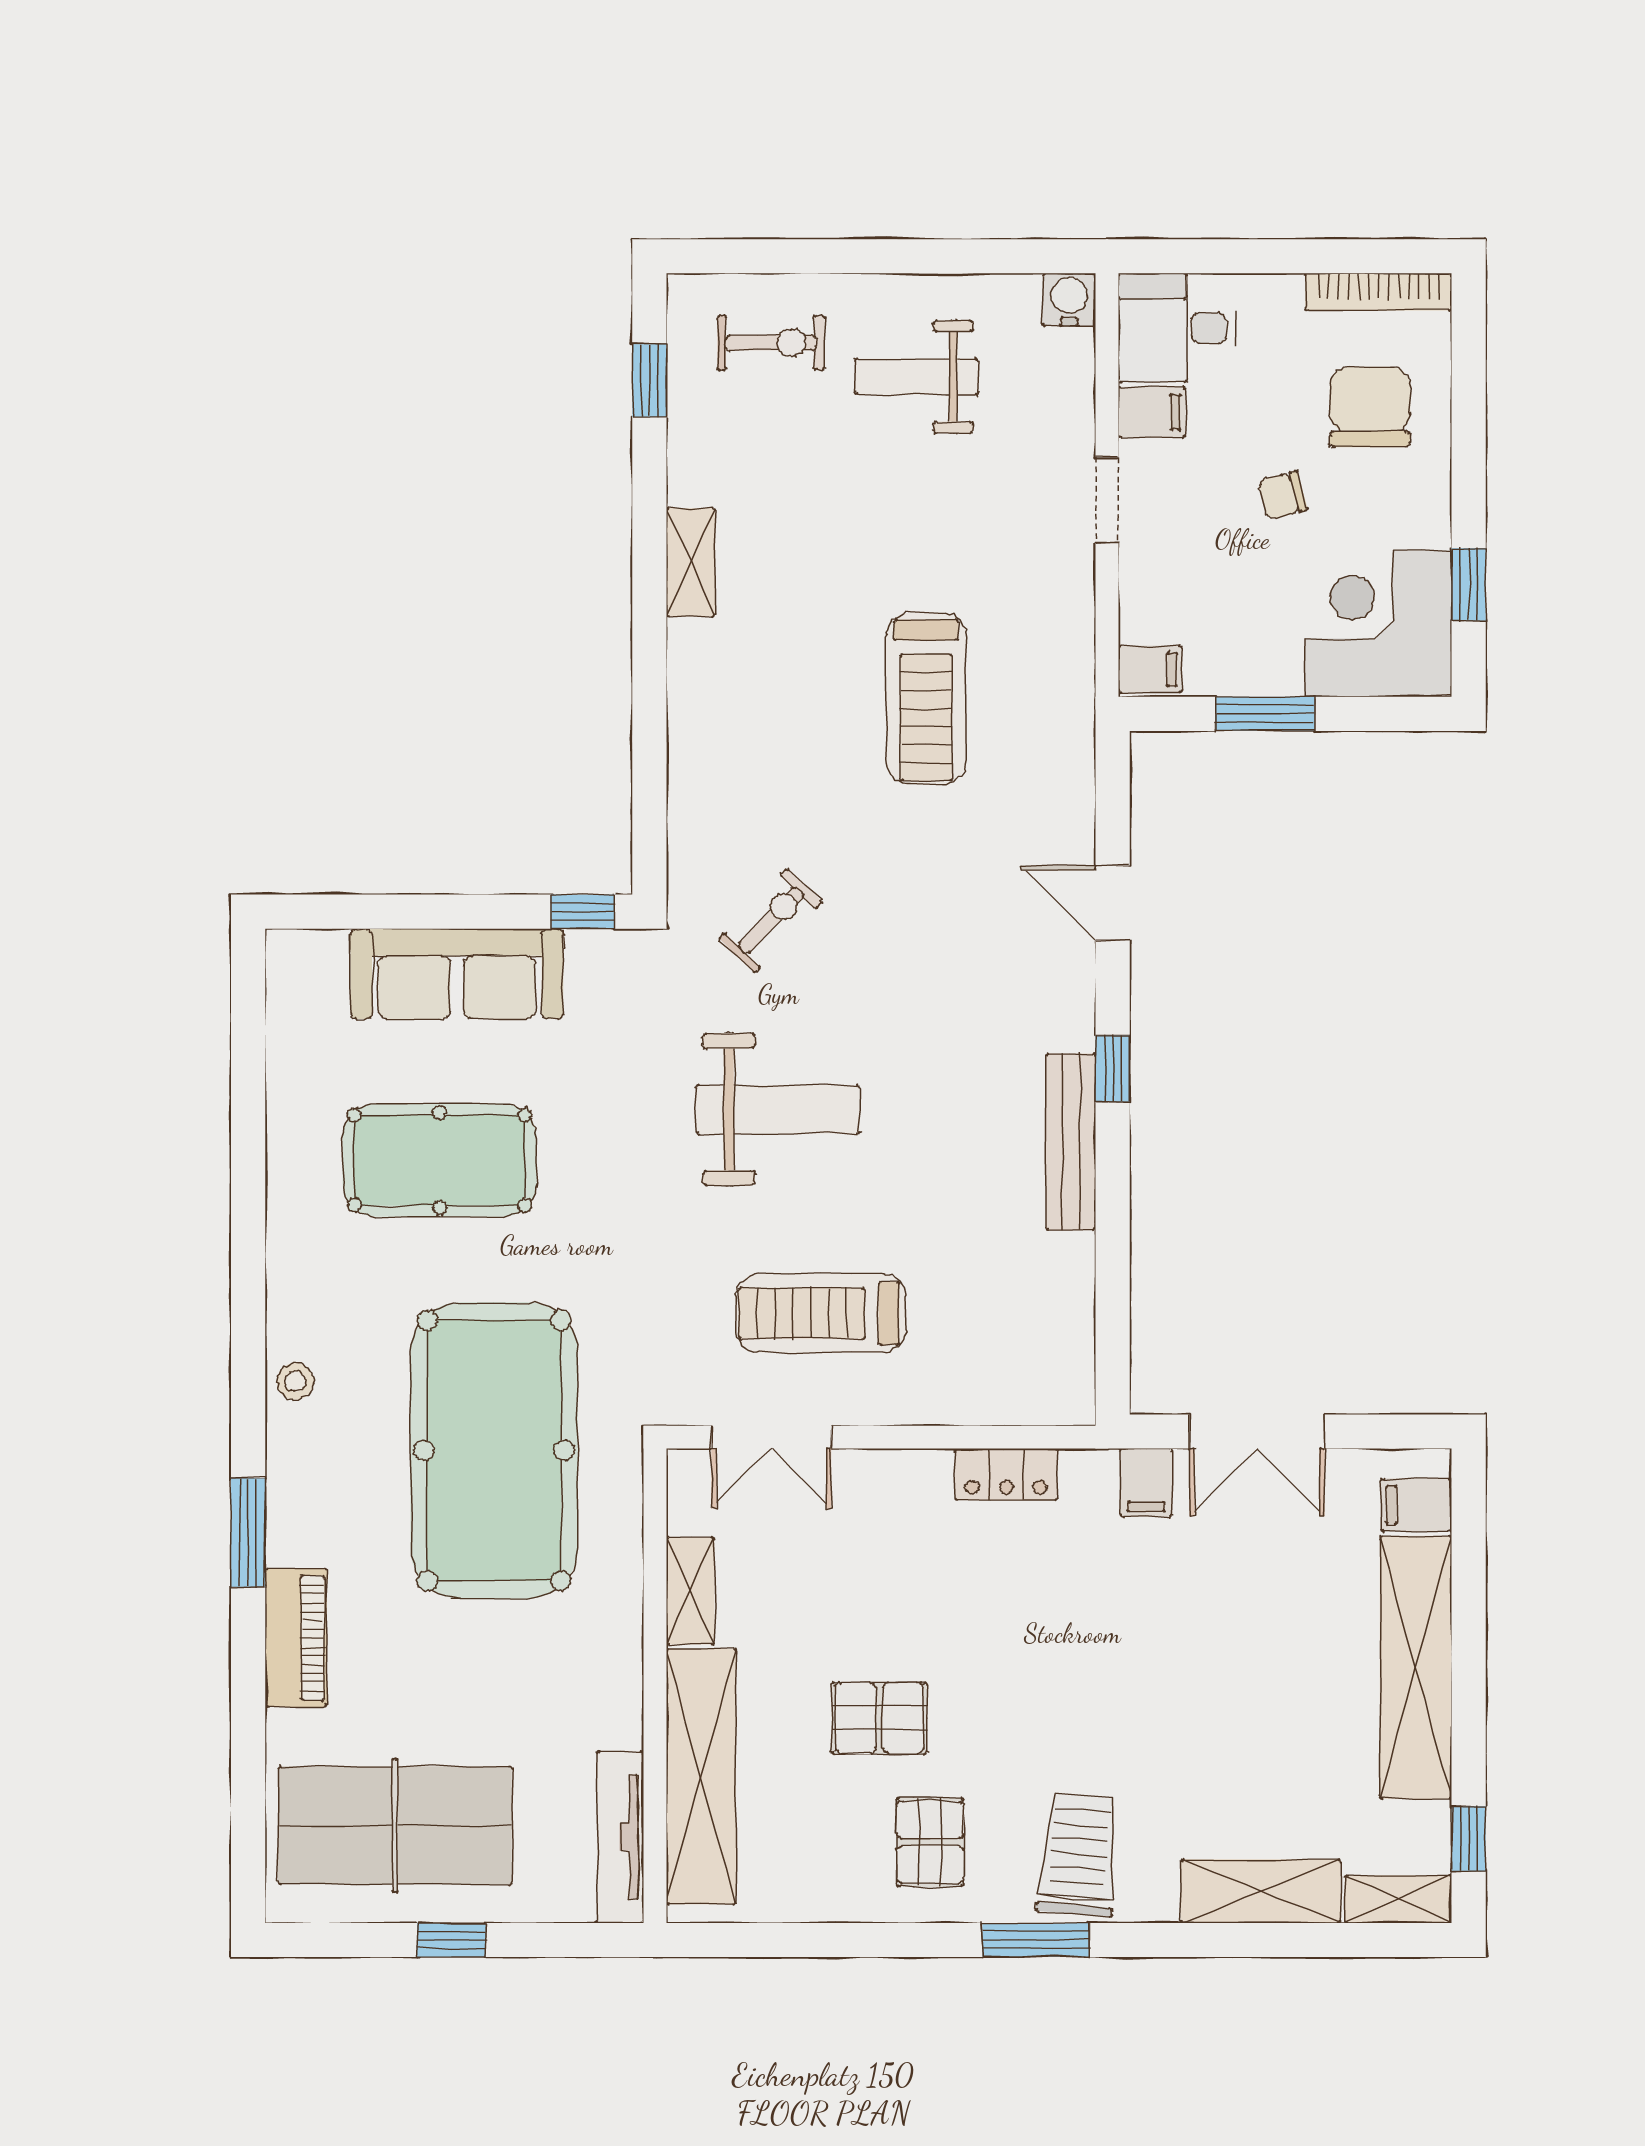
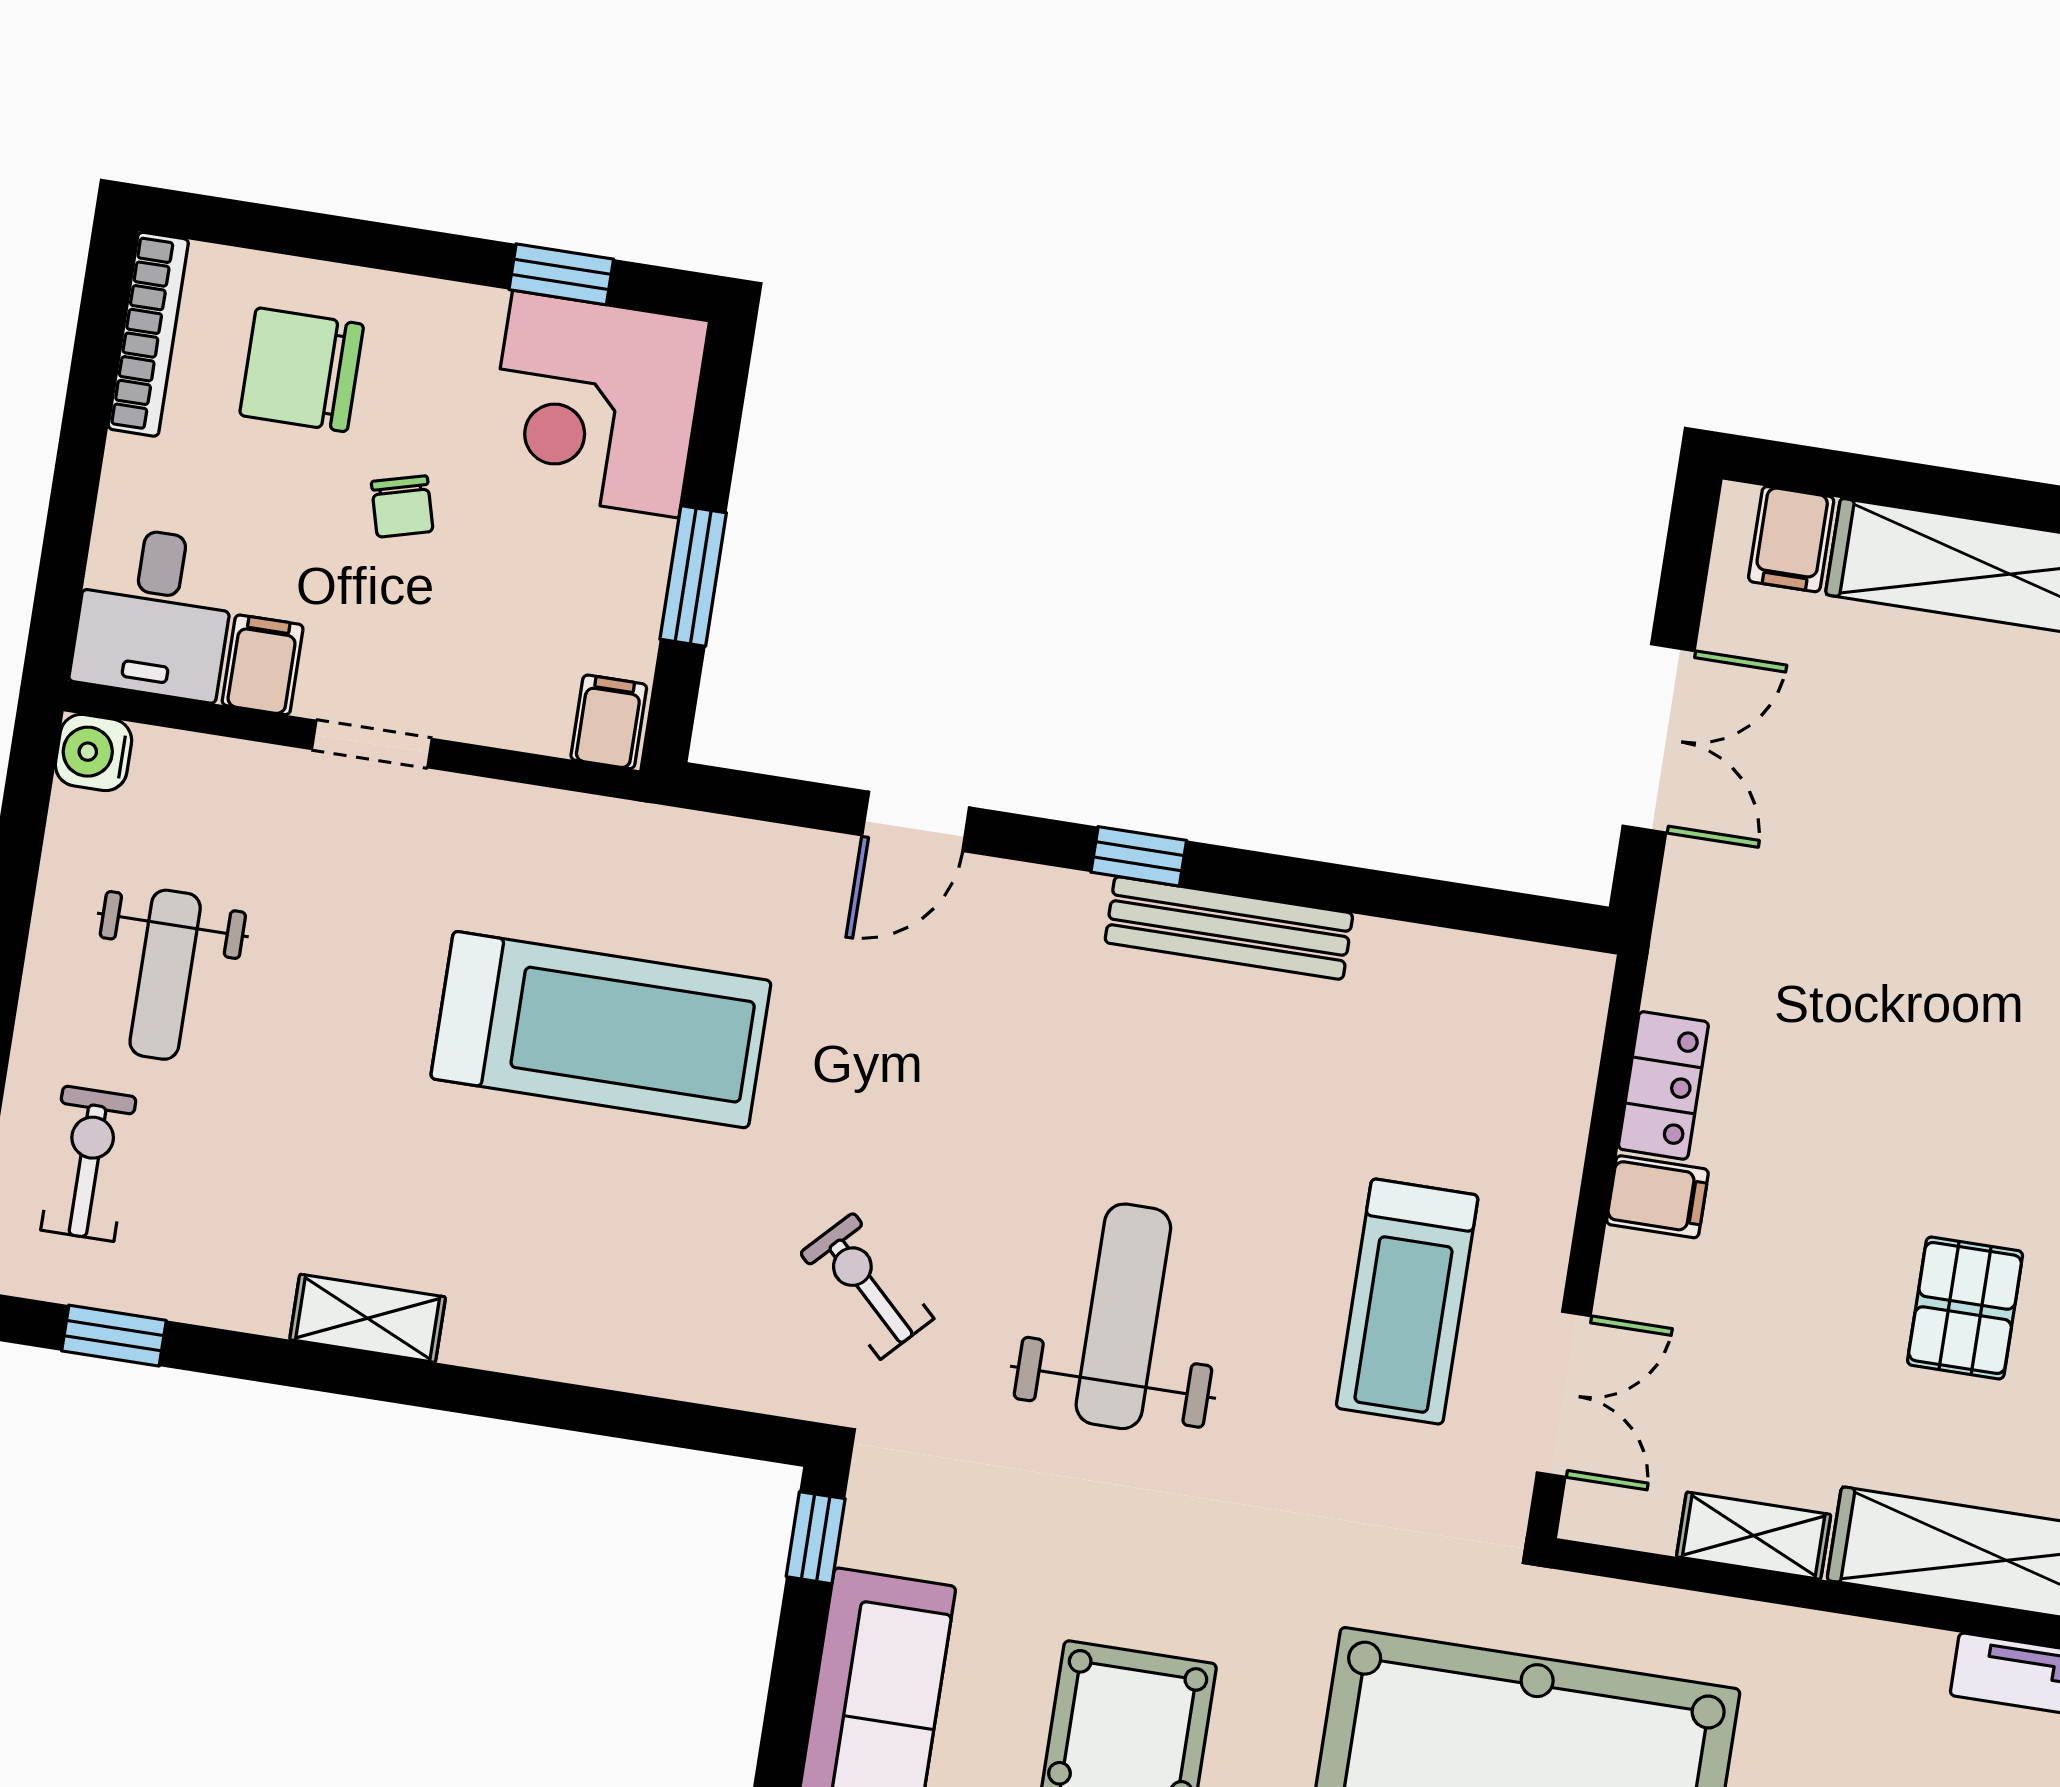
treadmill: (926, 698) -> (601, 1030), width x1.37, depth x1.38
filing cabinet: (1146, 1483) -> (1657, 1197), moved

